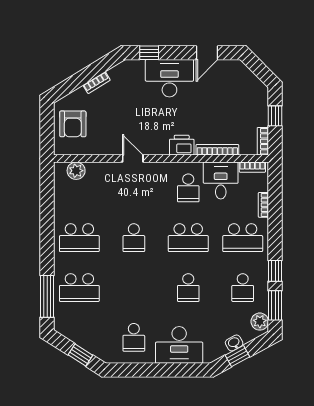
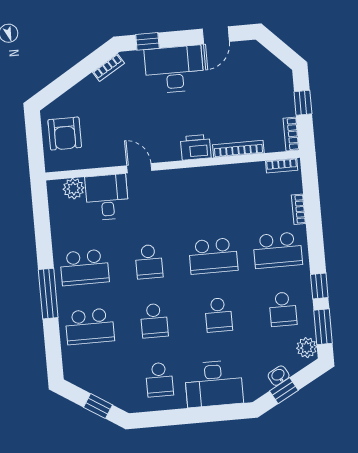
bookcase: (97, 83) -> (108, 68), moved
desk: (221, 180) -> (107, 197), moved
school desk: (188, 188) -> (154, 321), moved
window: (47, 296) -> (48, 294), moved

